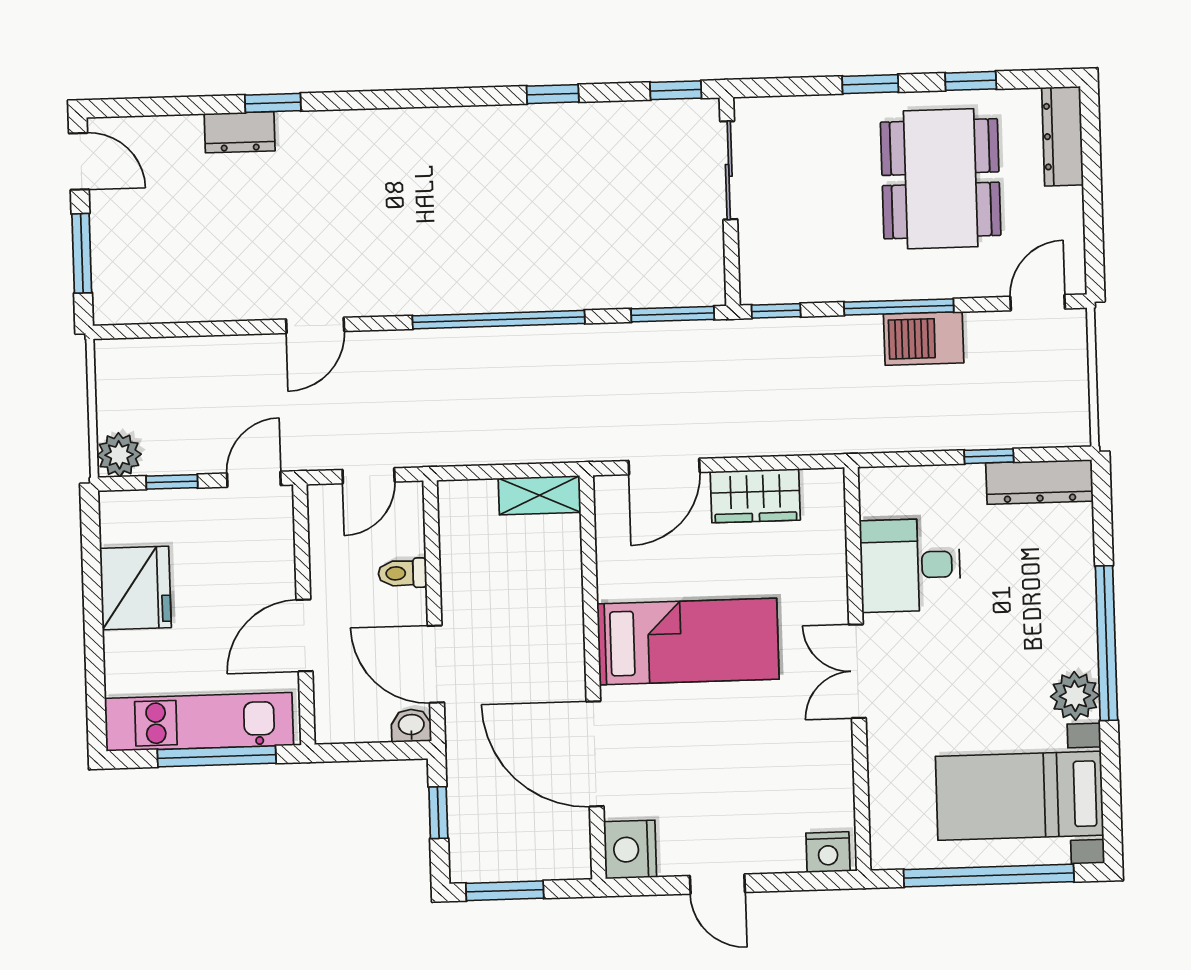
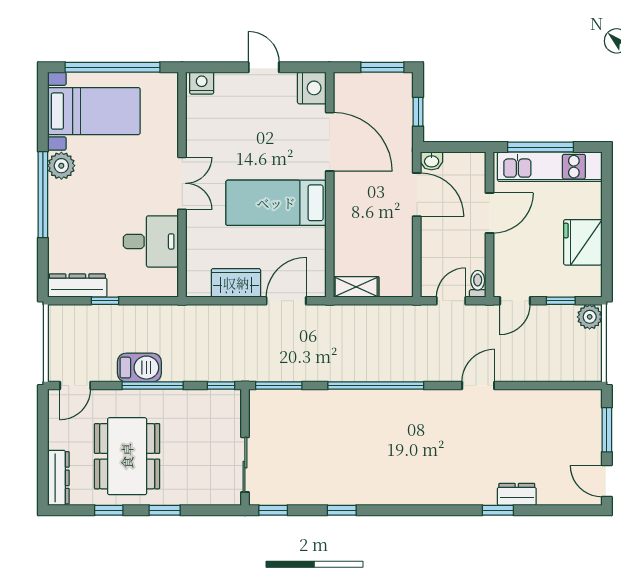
toilet: (402, 573) -> (478, 284), moved, turned -90

